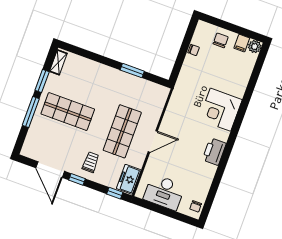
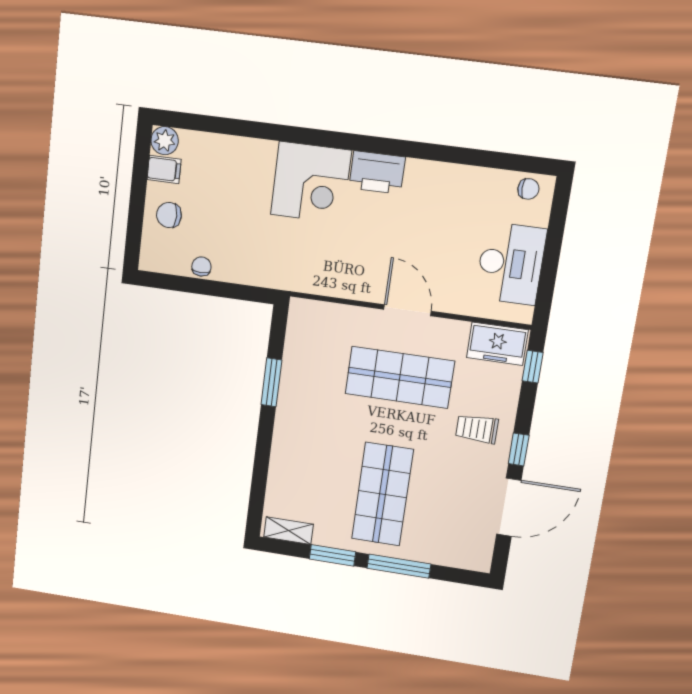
printer: (214, 152) -> (377, 172), moved

